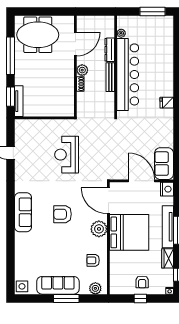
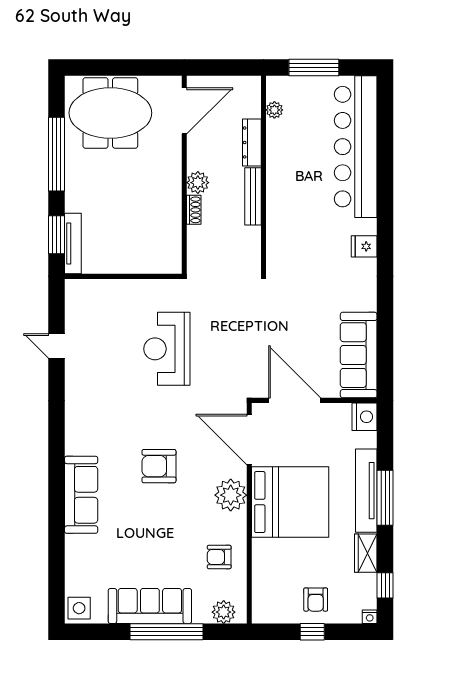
window: (153, 12) -> (314, 67), moved
door: (75, 44) -> (184, 111), moved
bar counter: (128, 74) -> (356, 147), moved, turned 180
sofa: (164, 164) -> (359, 355), width x1.36
door: (141, 181) -> (295, 400), moved
sofa: (23, 212) -> (81, 495), moved
window: (66, 298) -> (167, 632), width x1.46

